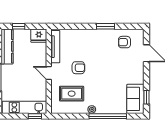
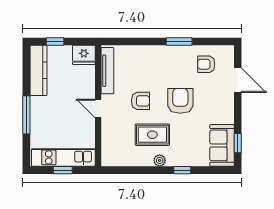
armchair: (106, 68) -> (180, 101), added
rug: (72, 94) -> (152, 135), moved
window: (35, 116) -> (63, 170), moved
window: (108, 116) -> (182, 170), width x0.32

